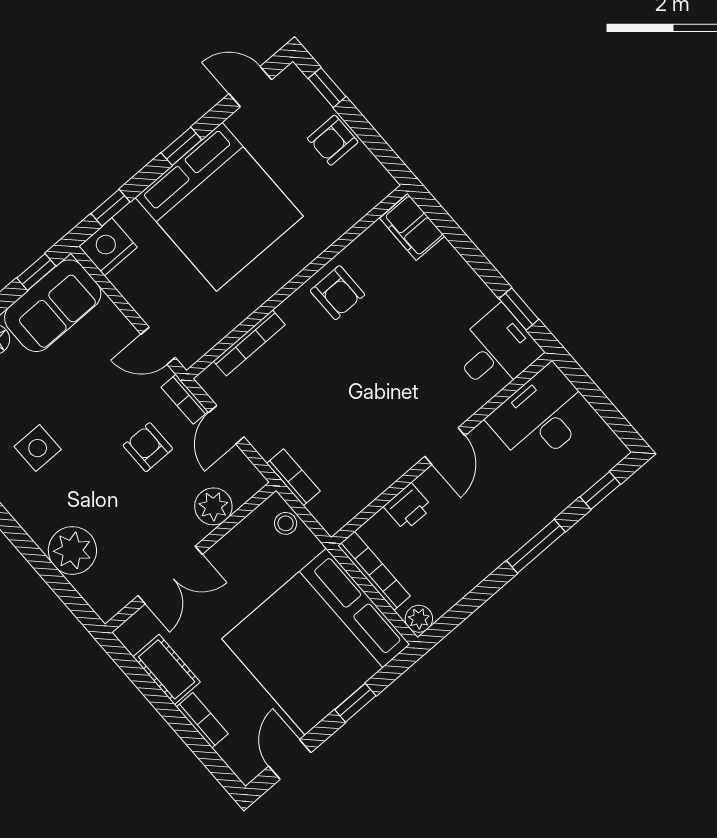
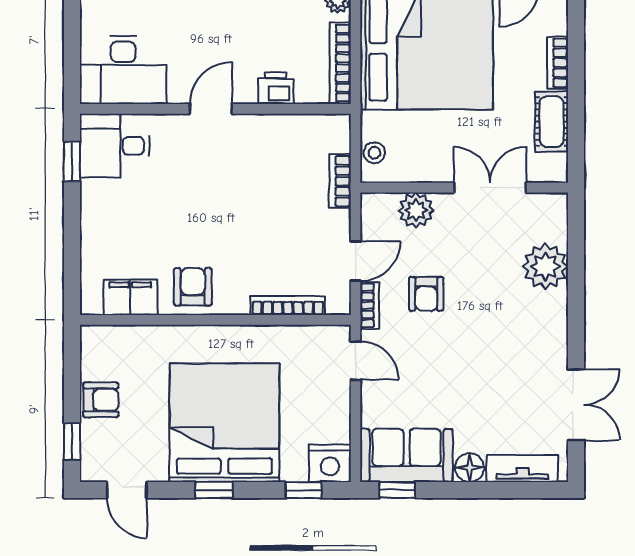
filing cabinet: (412, 227) -> (130, 297), moved, turned -90
side table: (38, 448) -> (506, 362), removed

